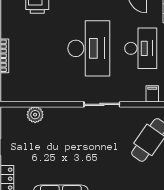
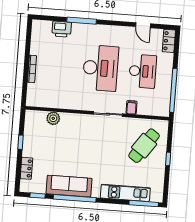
filing cabinet: (152, 94) -> (132, 107), moved

